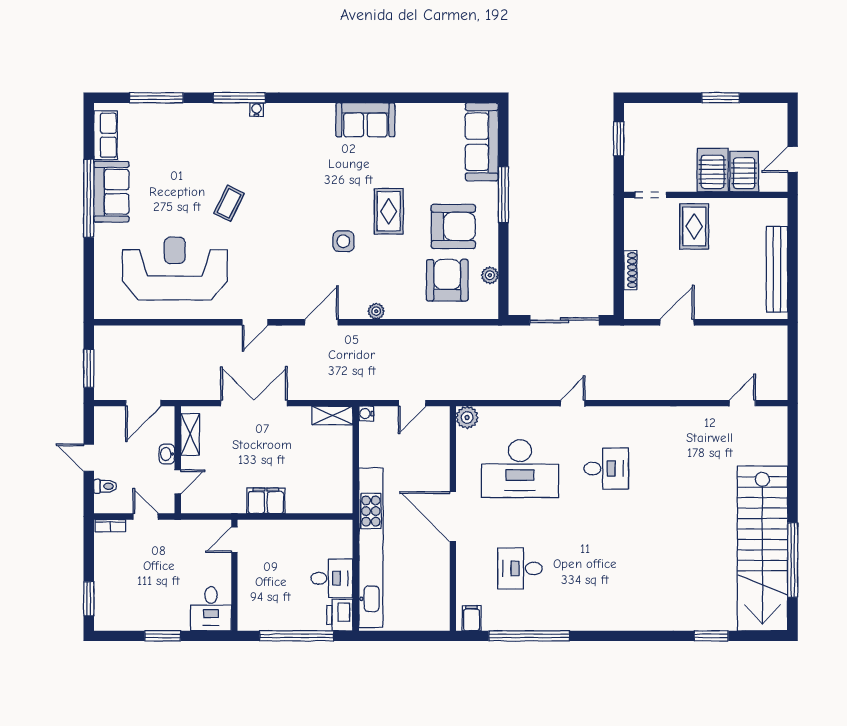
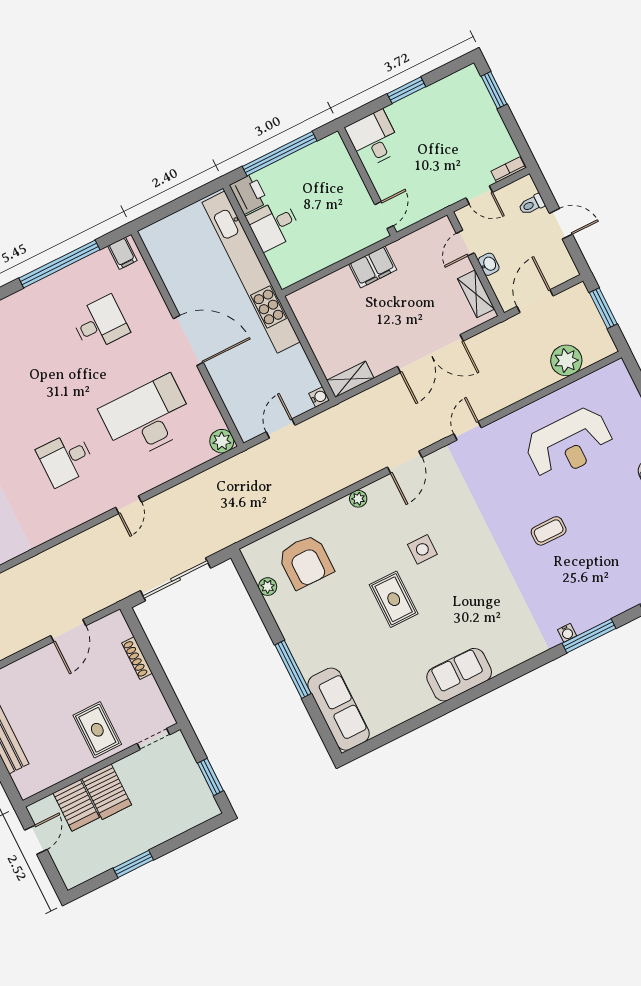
coffee table: (229, 203) -> (549, 531), turned 64
armchair: (453, 226) -> (325, 615), removed
reception desk: (175, 269) -> (569, 444), width x0.74, depth x0.77
plant: (142, 340) -> (566, 360), added

